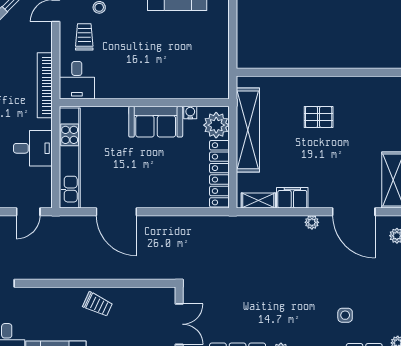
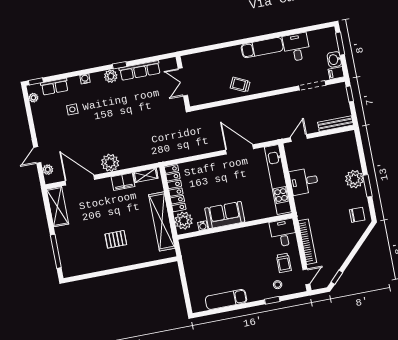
bookcase: (45, 85) -> (307, 242), moved
plant: (312, 222) -> (110, 163), width x1.88, depth x1.88

